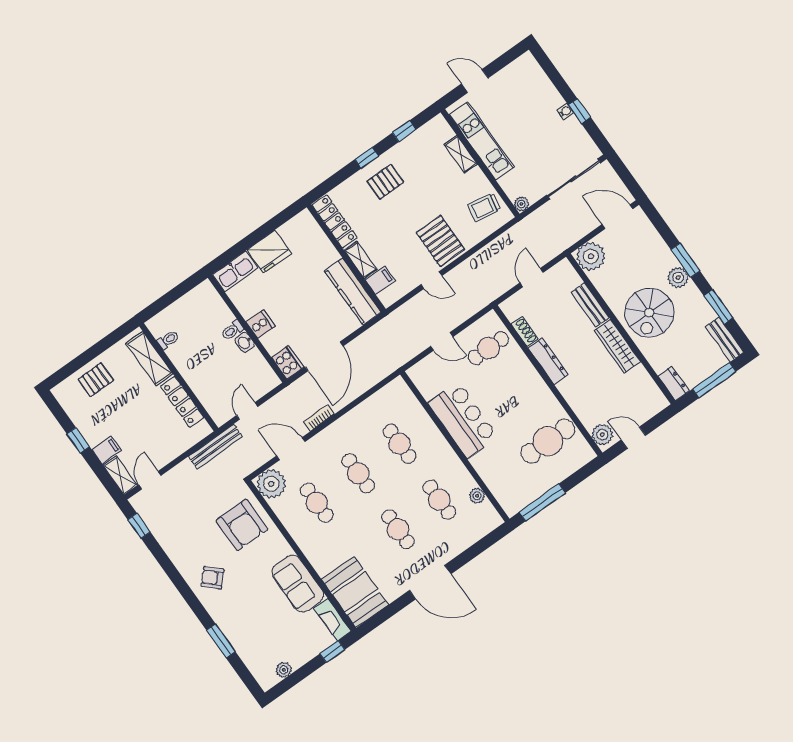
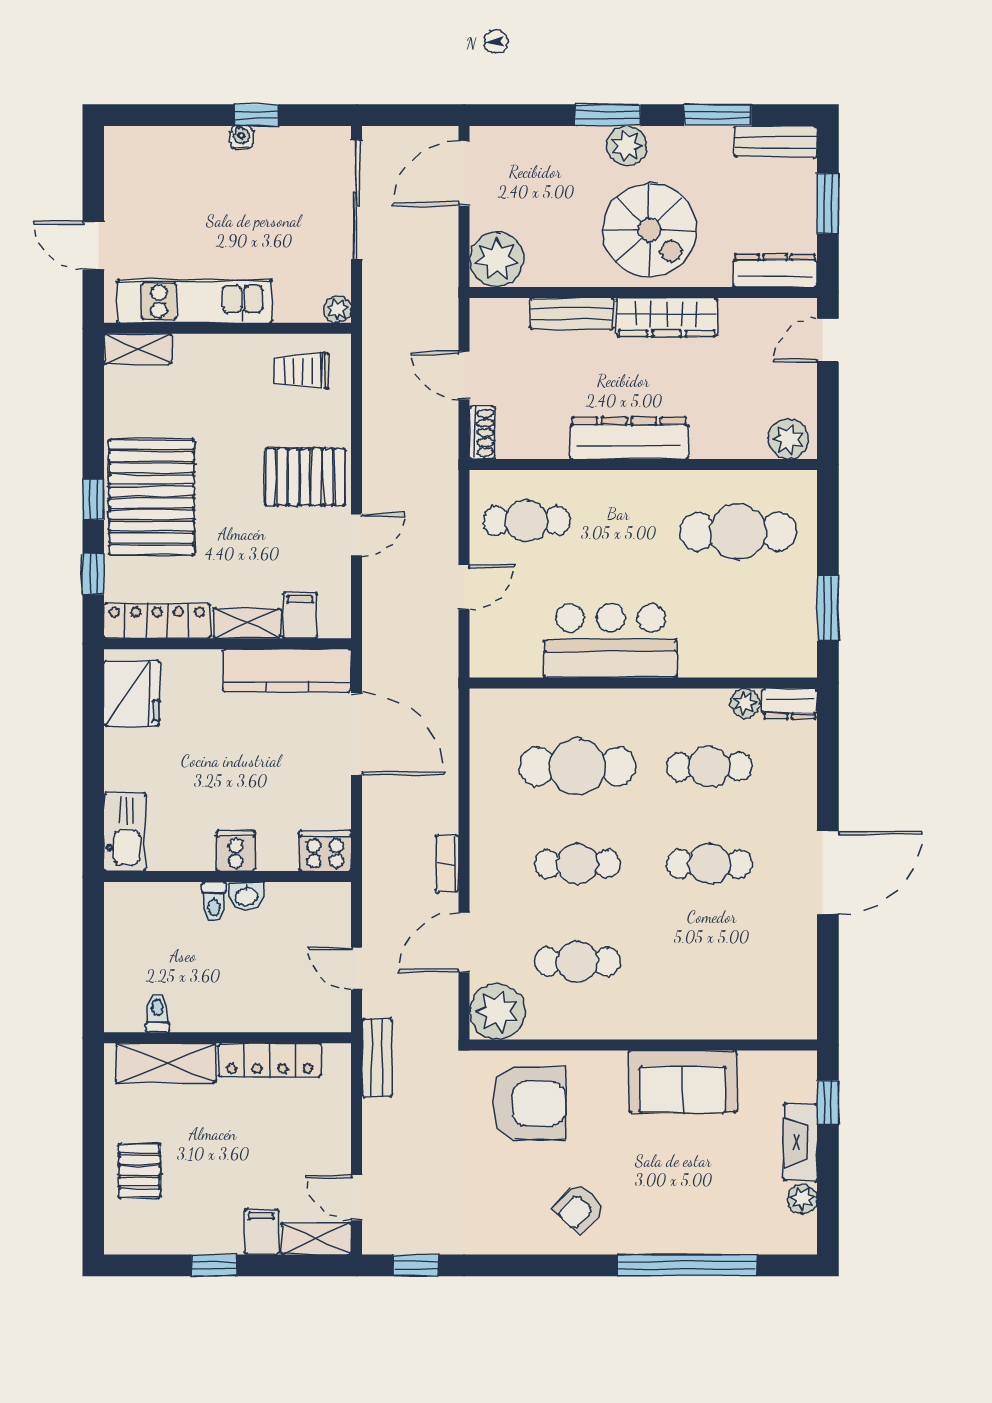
door: (475, 81) -> (93, 245), hinge flipped
window: (404, 131) -> (93, 574), moved
shelving: (461, 154) -> (138, 349), moved
pallet: (385, 182) -> (152, 497), width x2.05, depth x2.00
trolley: (484, 207) -> (301, 371), turned 80
fridge: (269, 252) -> (132, 693), moved
shoe rack: (524, 332) -> (482, 433), moved, turned 90
cafe table: (489, 348) -> (527, 521), turned 90
door: (324, 356) -> (357, 734), moved
dresser: (548, 361) -> (629, 438), width x1.37, depth x1.24
window: (714, 380) -> (828, 203), width x0.69
dresser: (674, 384) -> (775, 271), width x1.44
door: (633, 438) -> (828, 340), moved
cafe table: (548, 441) -> (738, 532), turned 90
cafe table: (400, 444) -> (577, 767), width x1.37, depth x1.35
bench: (215, 447) -> (377, 1058), width x0.73
window: (542, 502) -> (828, 608), width x0.69
dresser: (490, 515) -> (790, 704), added
booth: (355, 592) -> (760, 1001), removed
fireplace: (333, 620) -> (800, 1143), moved, turned 90
window: (221, 641) -> (687, 1265), width x2.11

